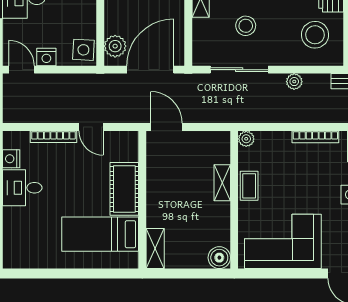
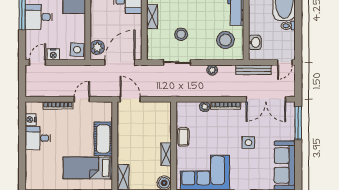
door: (22, 70) -> (37, 62), hinge flipped
sliding door: (239, 70) -> (177, 62), width x0.73
door: (91, 127) -> (82, 99), swing flipped
plant: (246, 139) -> (205, 107), moved
shelving: (222, 183) -> (166, 154), moved

